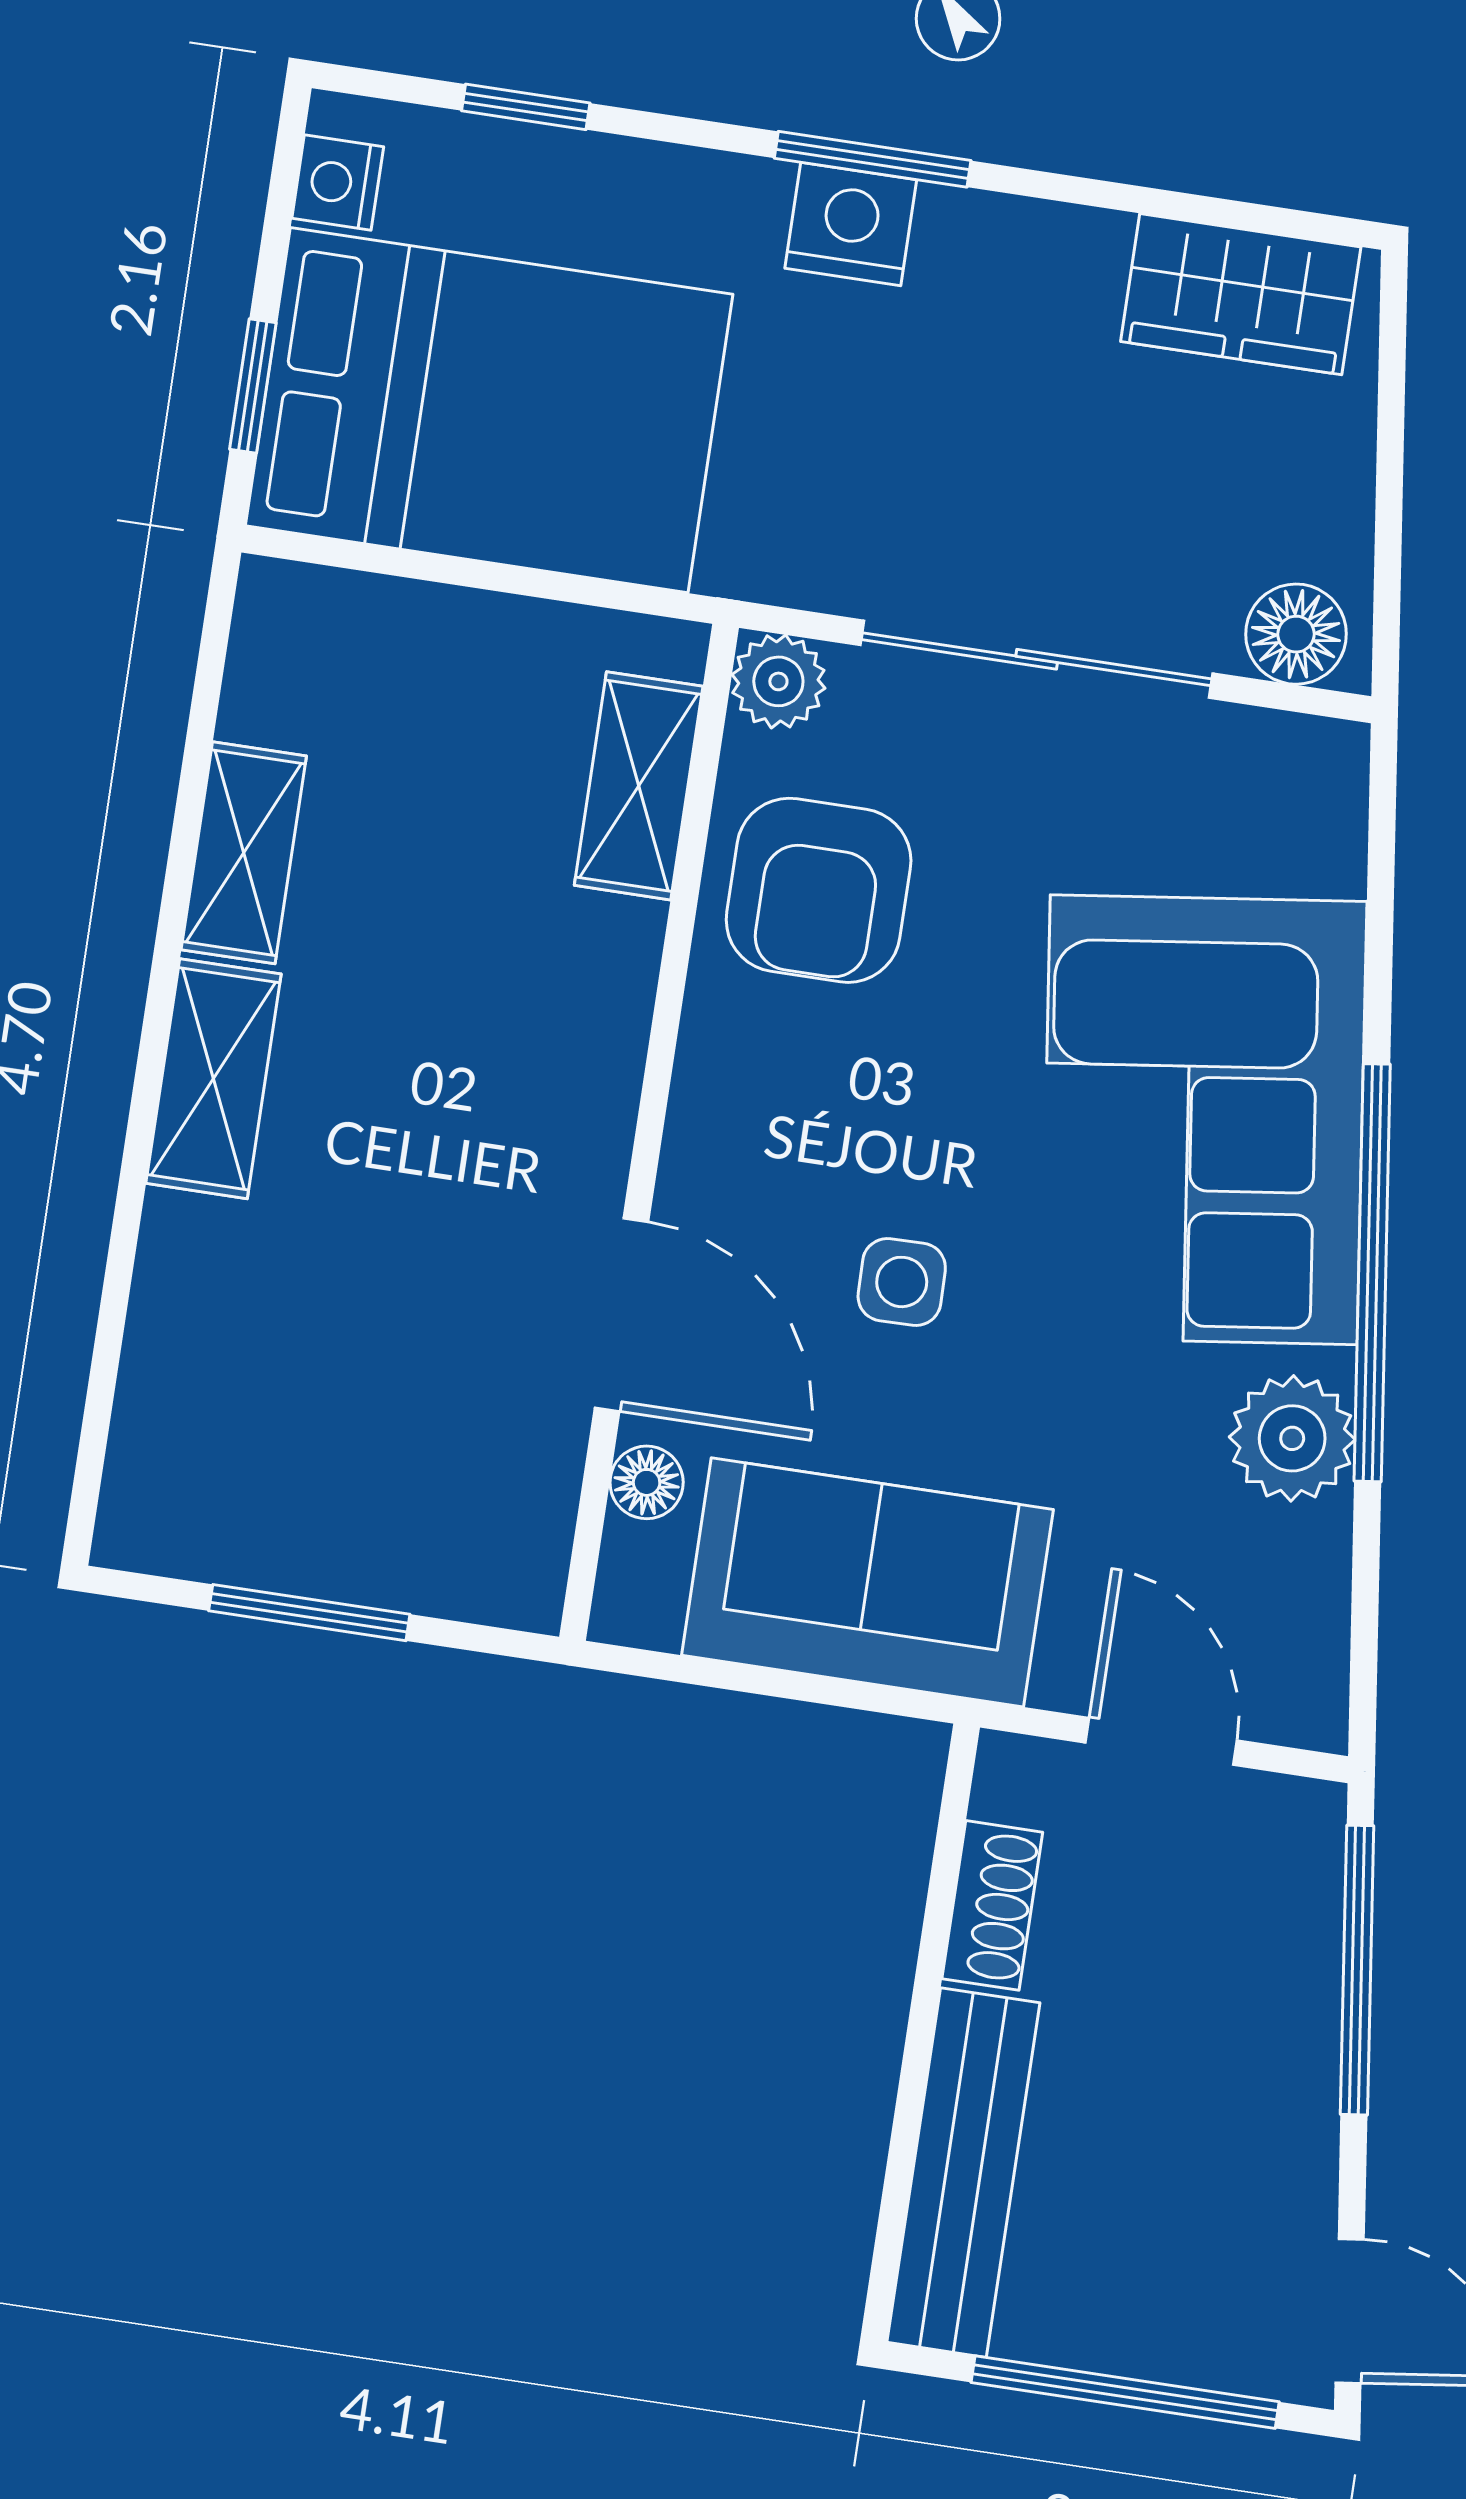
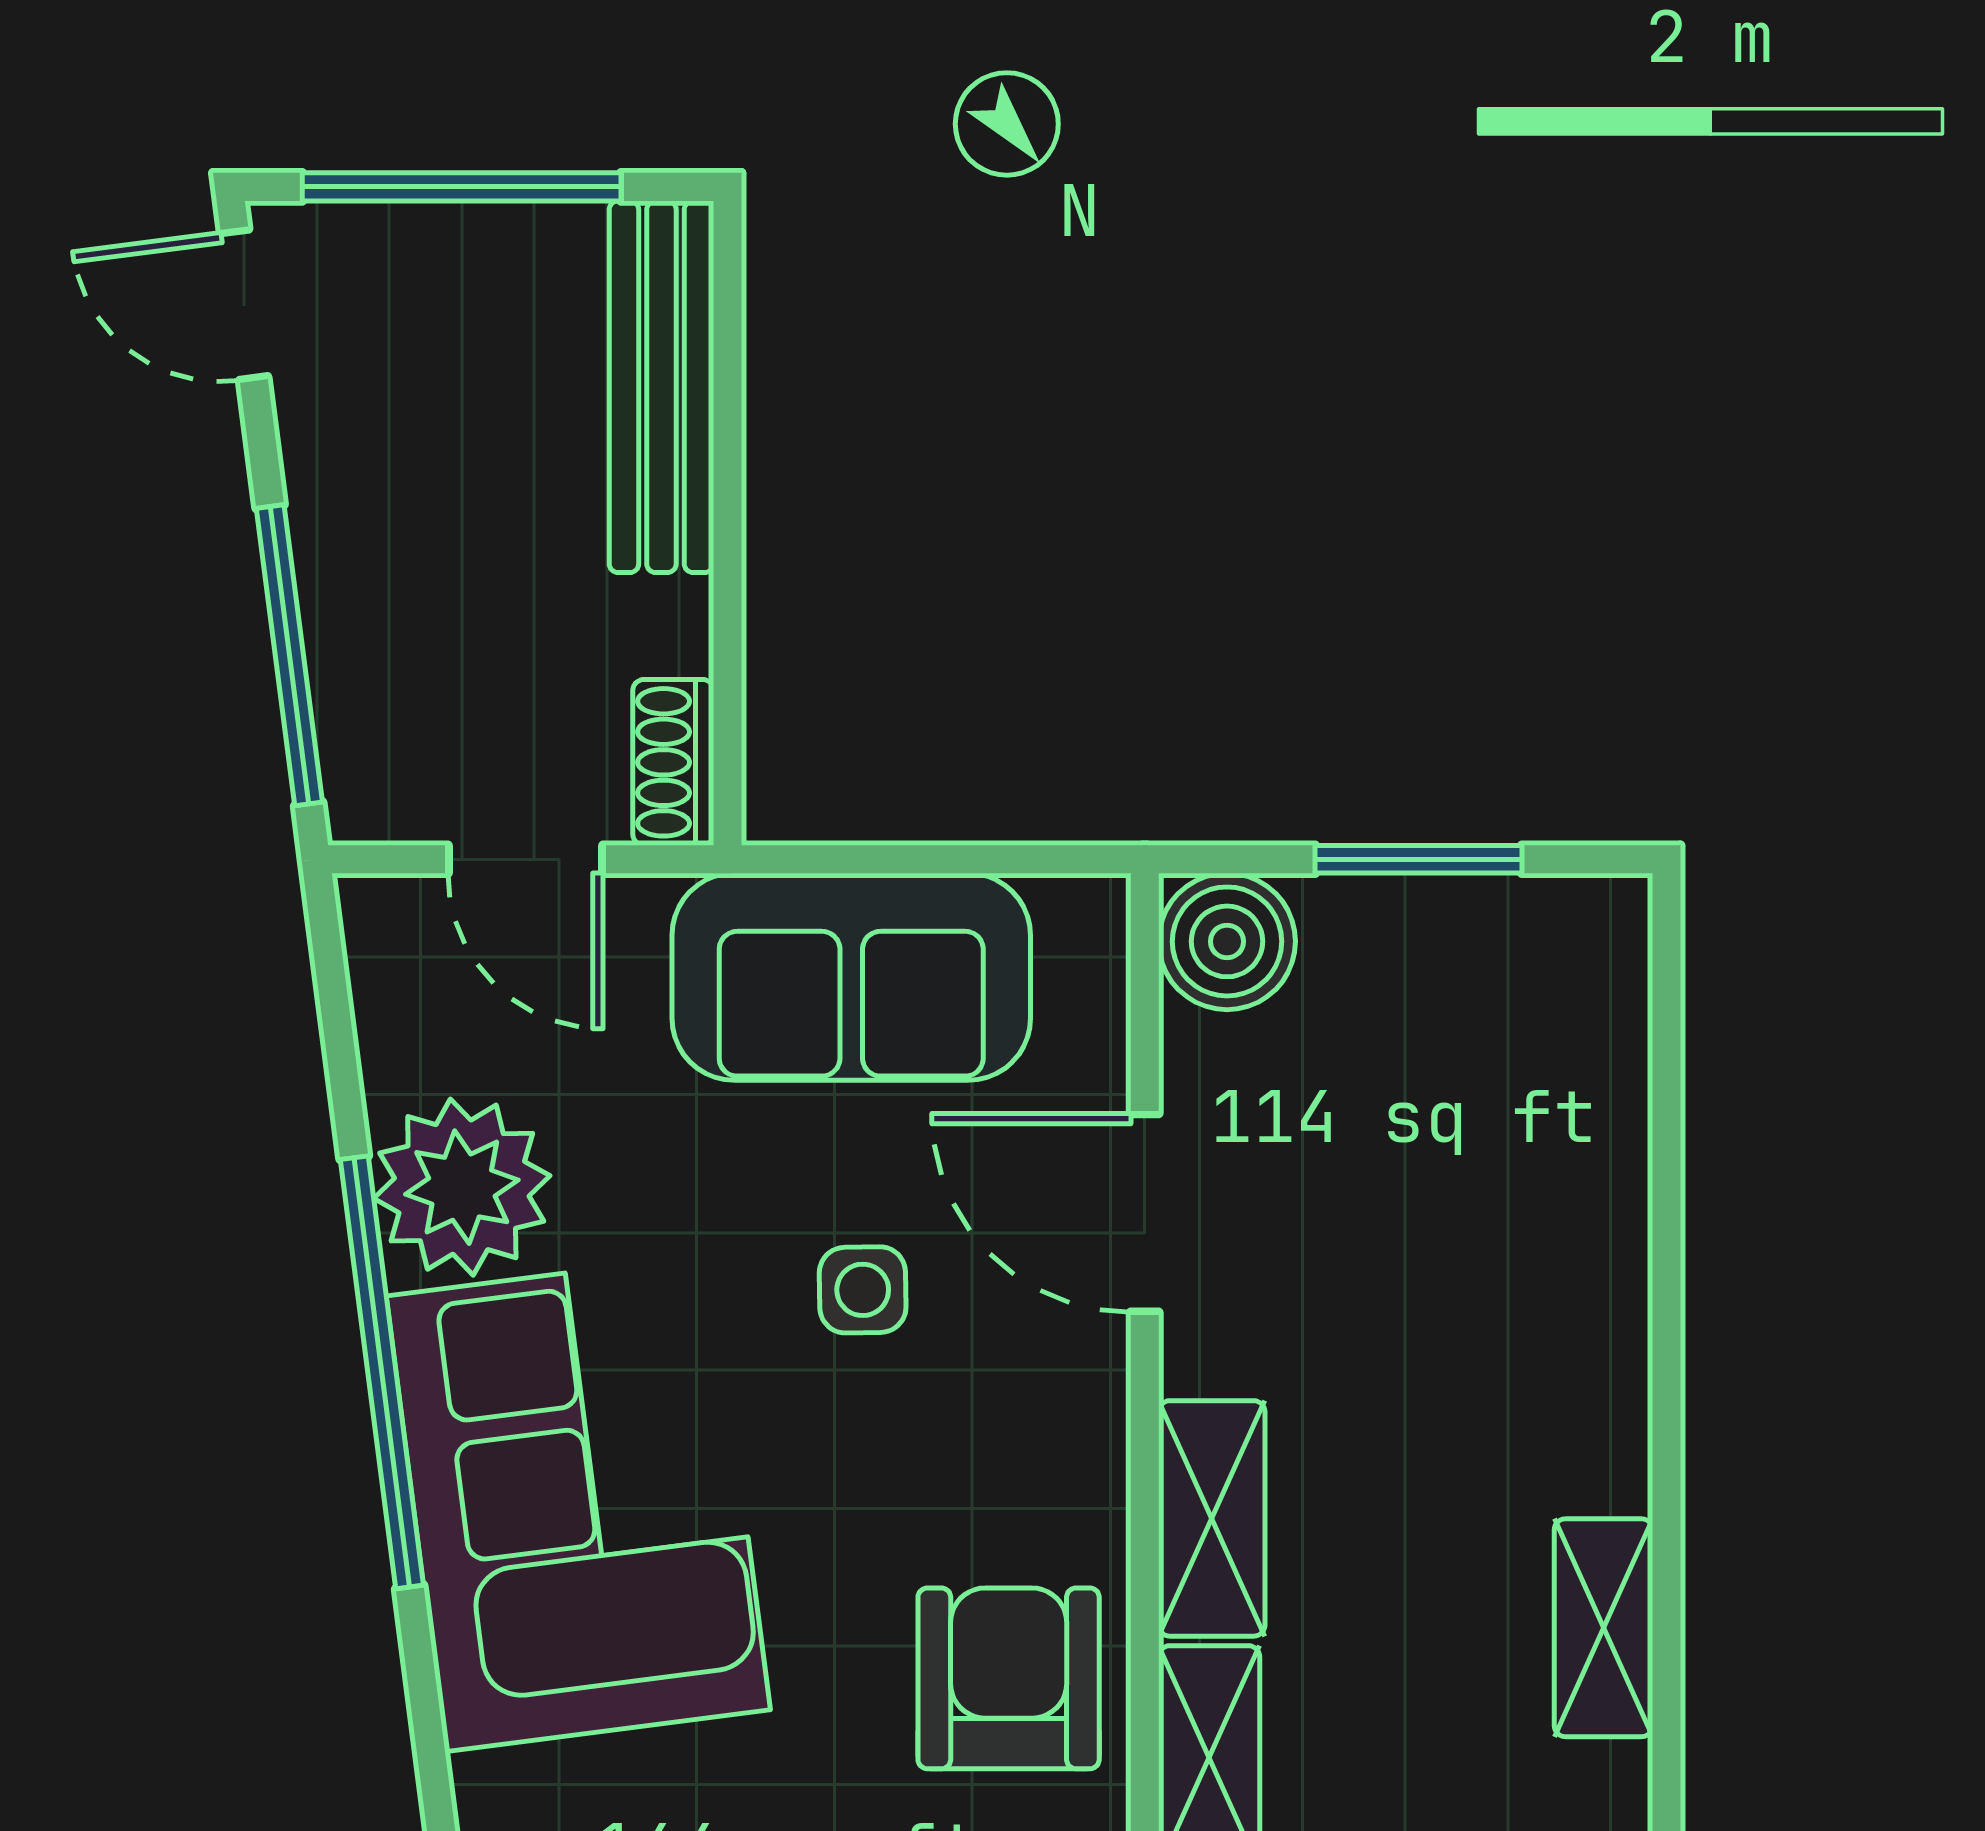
shelving: (213, 1079) -> (1212, 1518), moved
plant: (1292, 1438) -> (462, 1187), width x1.36, depth x1.36
floor lamp: (647, 1482) -> (1093, 1045), removed
boiler: (504, 1562) -> (1227, 941), added
shoe rack: (992, 1905) -> (673, 762), moved

